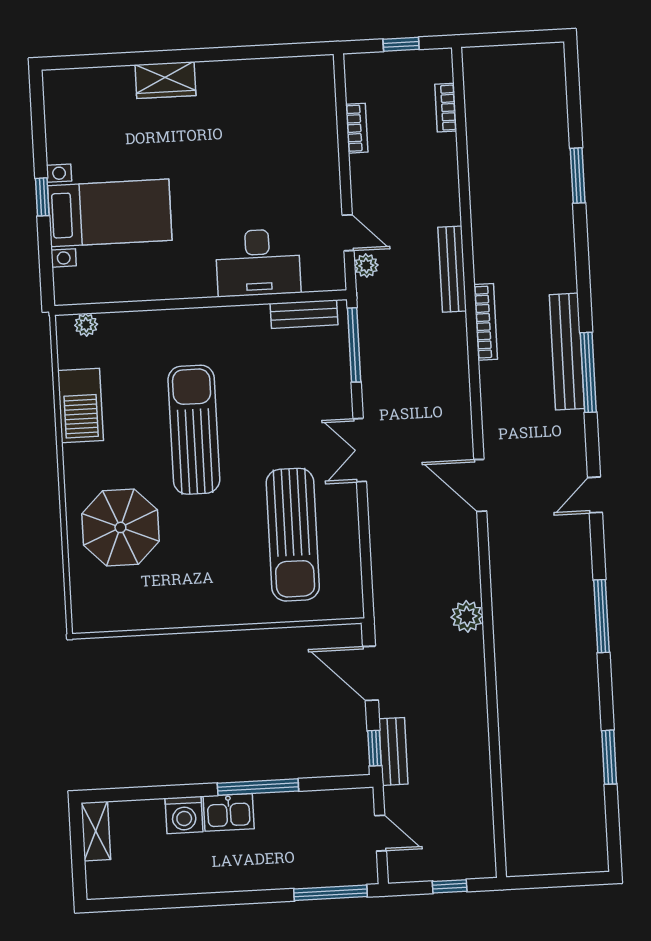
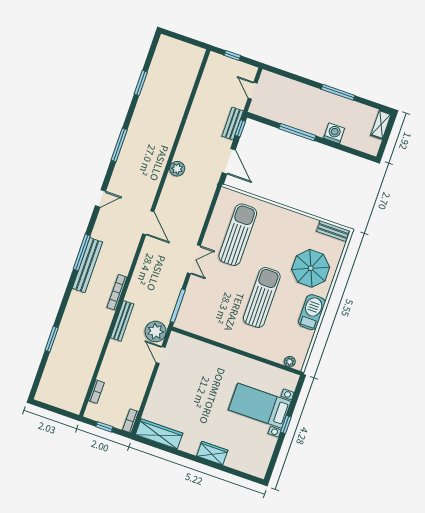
wardrobe: (287, 75) -> (159, 434), added
bookcase: (357, 128) -> (131, 421), moved
desk: (258, 262) -> (205, 358), removed
plant: (366, 266) -> (156, 331), width x1.87, depth x1.87
bench: (304, 314) -> (333, 231), moved
barbecue: (80, 405) -> (312, 312), moved
sun lounger: (194, 430) -> (262, 297), turned 180
kitchen sink: (229, 812) -> (314, 126), removed
shelving: (96, 831) -> (381, 125), moved
window: (330, 893) -> (338, 92), moved

